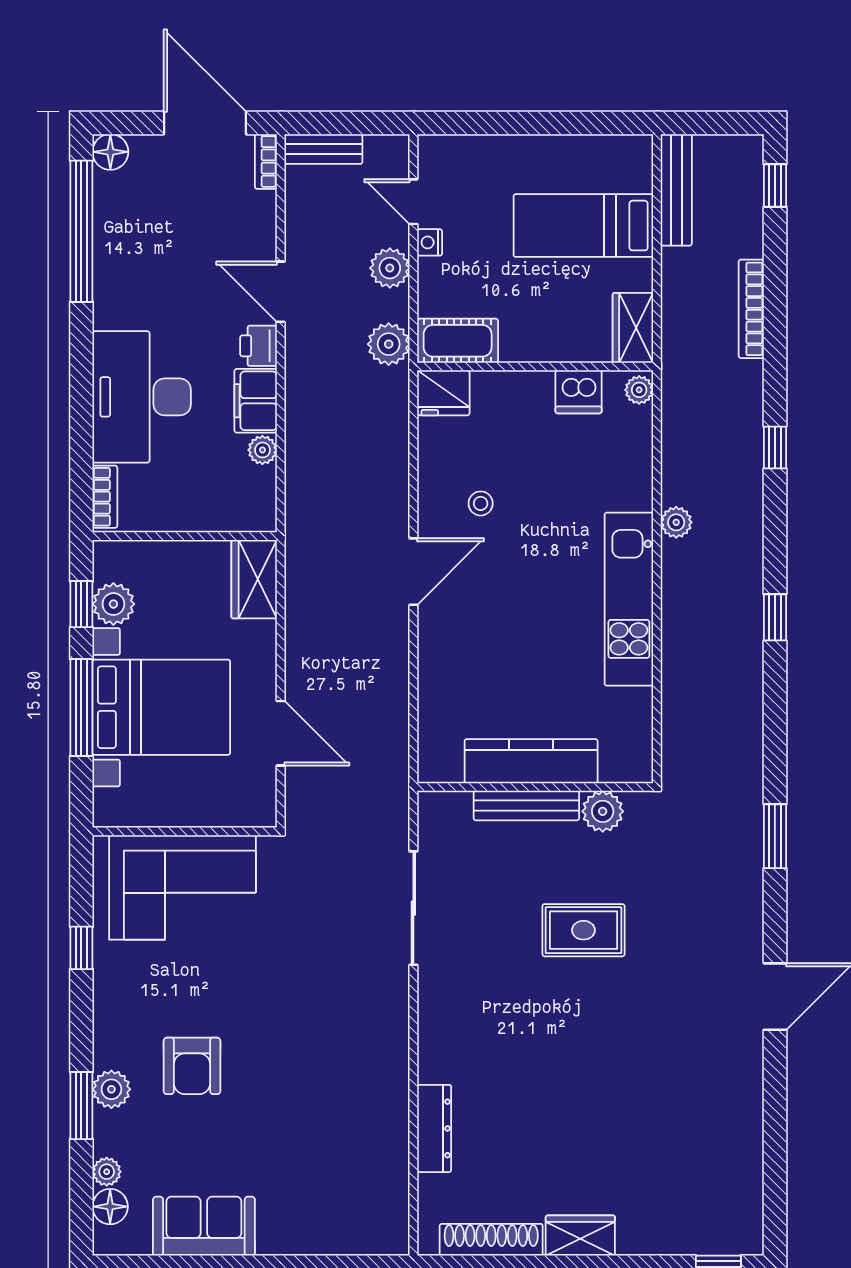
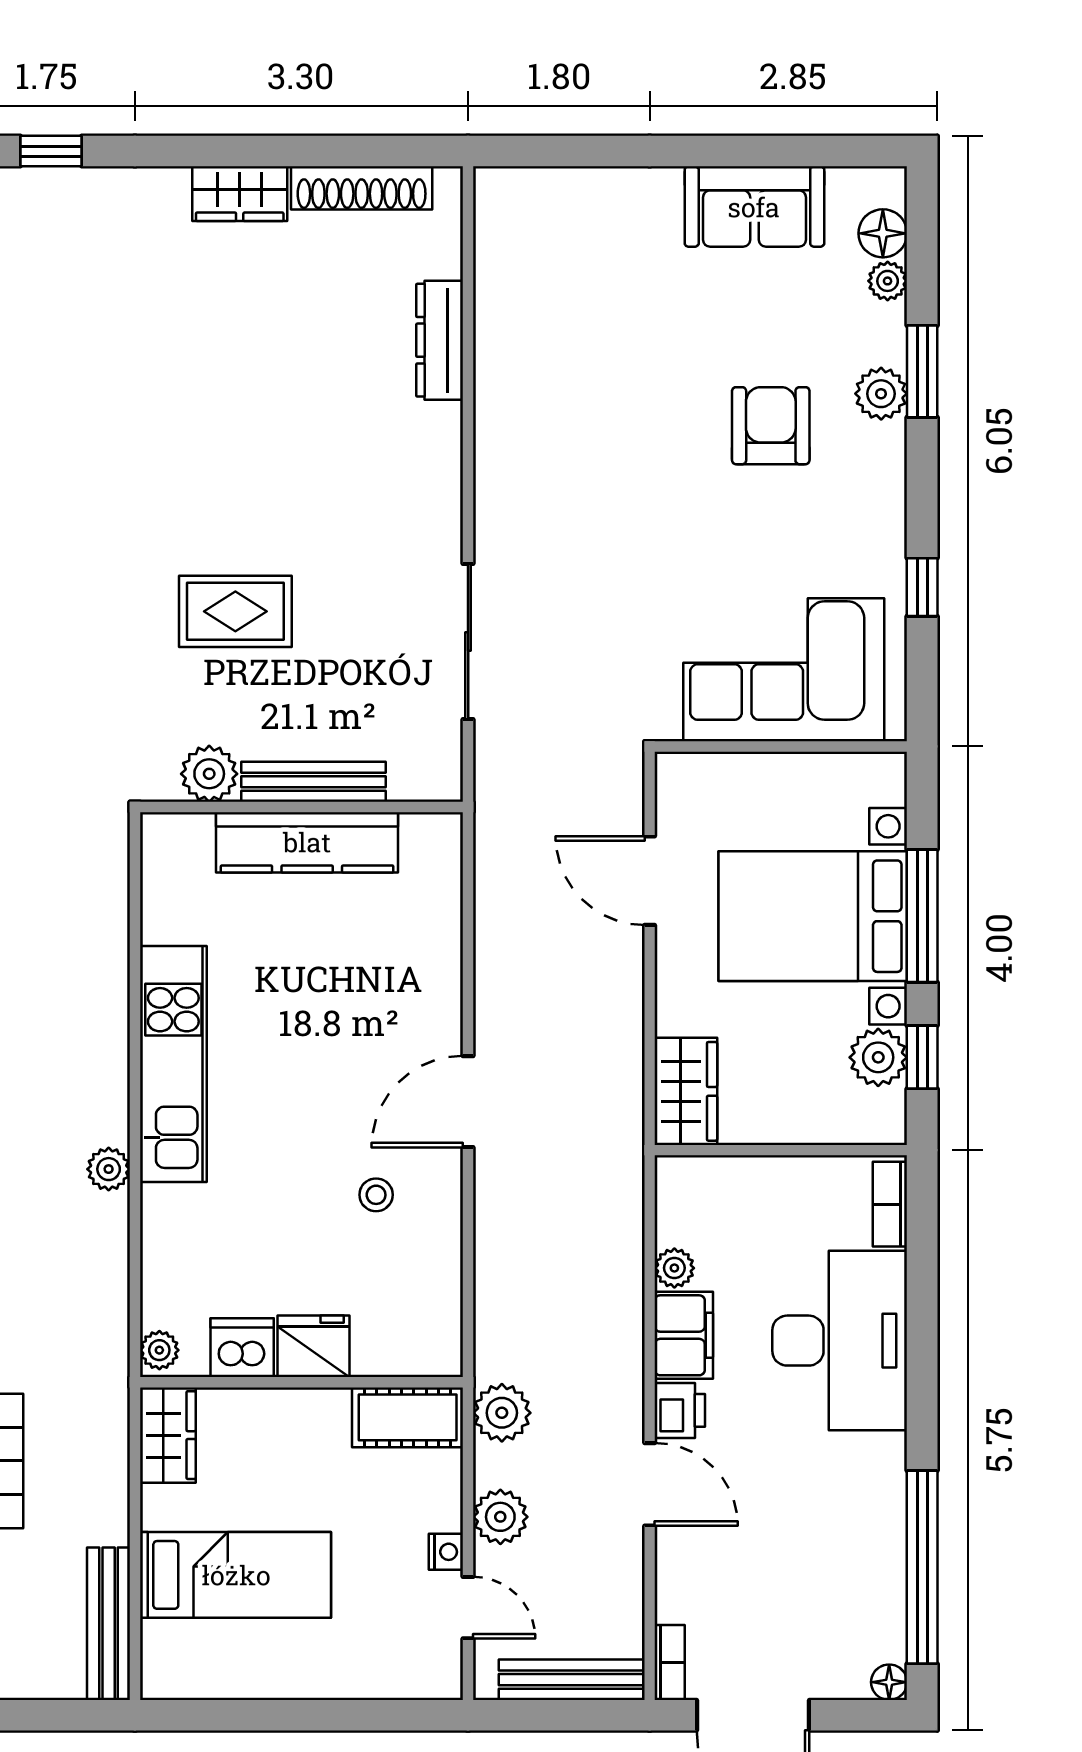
bench: (323, 149) -> (572, 1680), width x1.36
floor lamp: (110, 152) -> (889, 1682), width x0.73, depth x0.73
fridge: (443, 393) -> (314, 1346), moved

